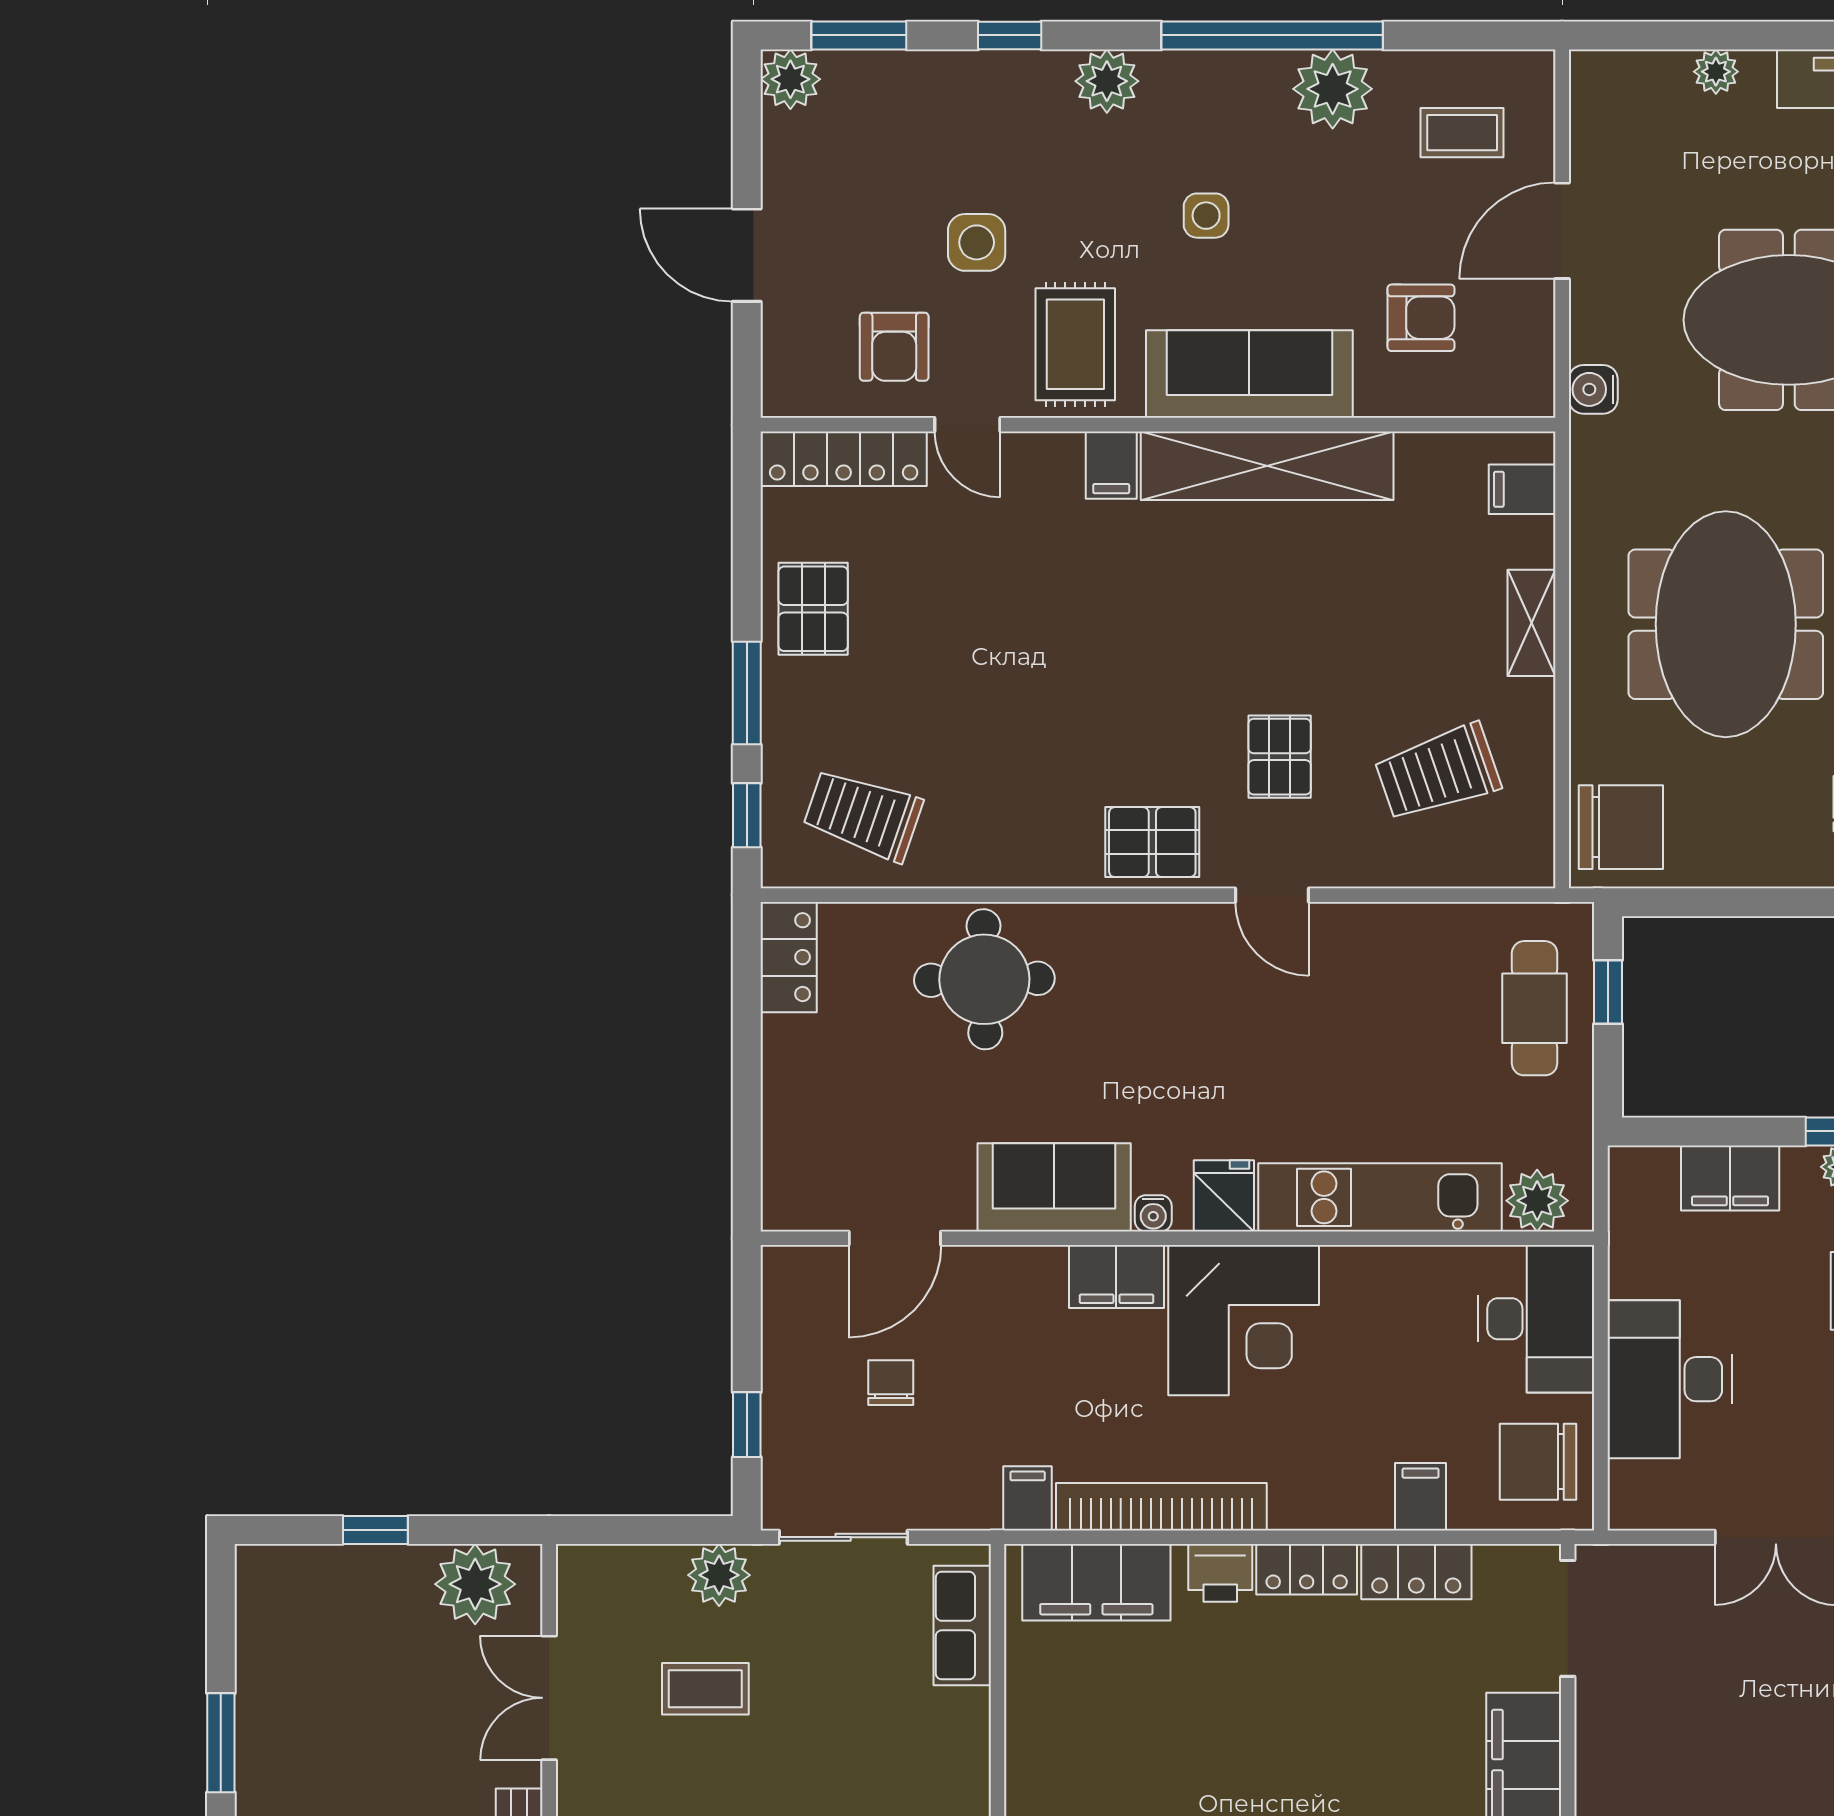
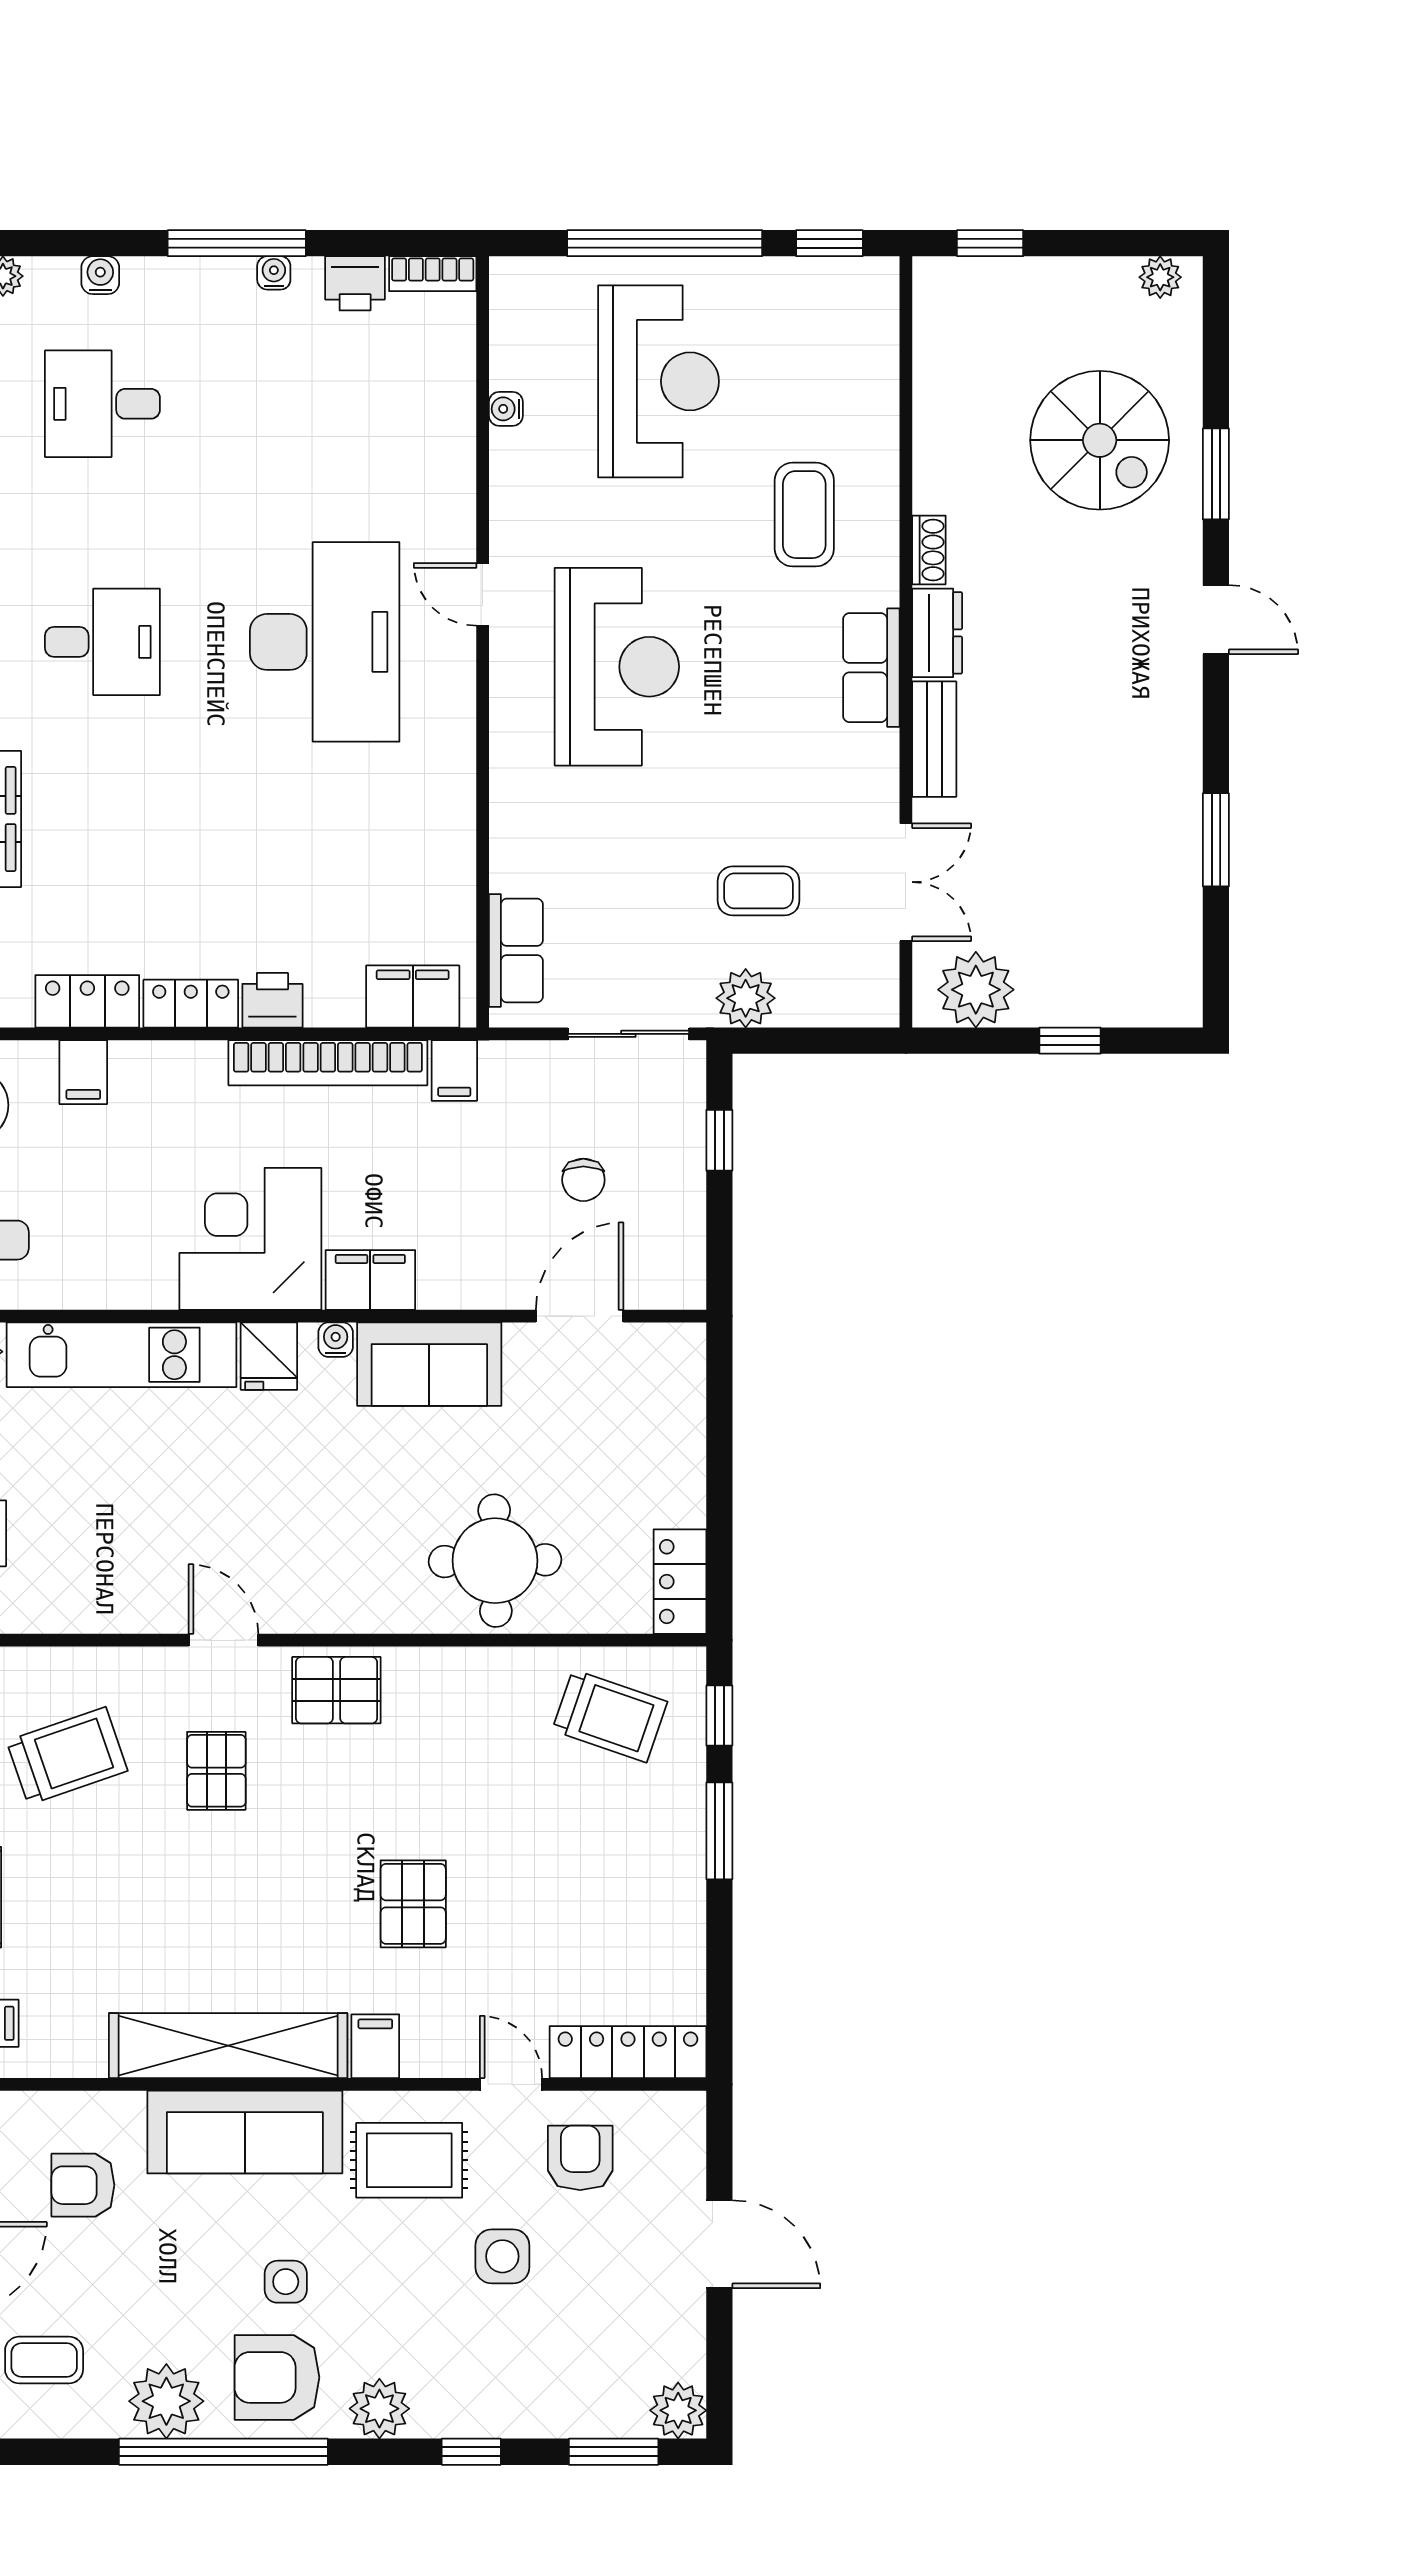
armchair: (1215, 114) -> (277, 2377), added
rug: (1075, 344) -> (409, 2160), turned 90
pallet: (813, 609) -> (413, 1904), moved
filing cabinet: (1096, 1582) -> (413, 996), width x0.67, depth x0.86

